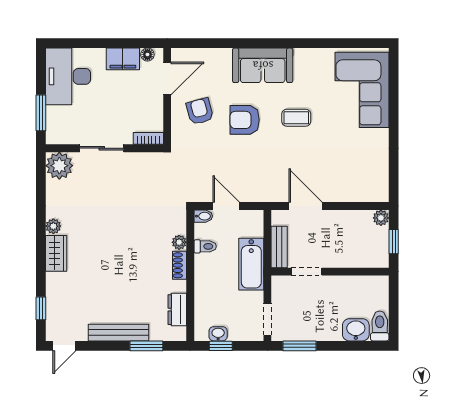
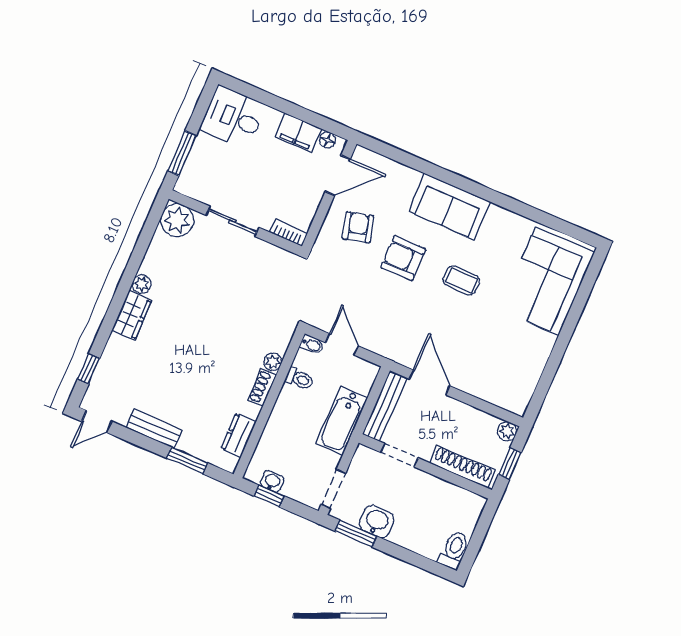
desk: (68, 76) -> (233, 117), width x0.73
bench: (279, 247) -> (385, 406), width x1.36
shoe rack: (358, 260) -> (462, 467), added
washbasin: (356, 330) -> (377, 522), moved
bench: (118, 333) -> (154, 429), width x0.73

